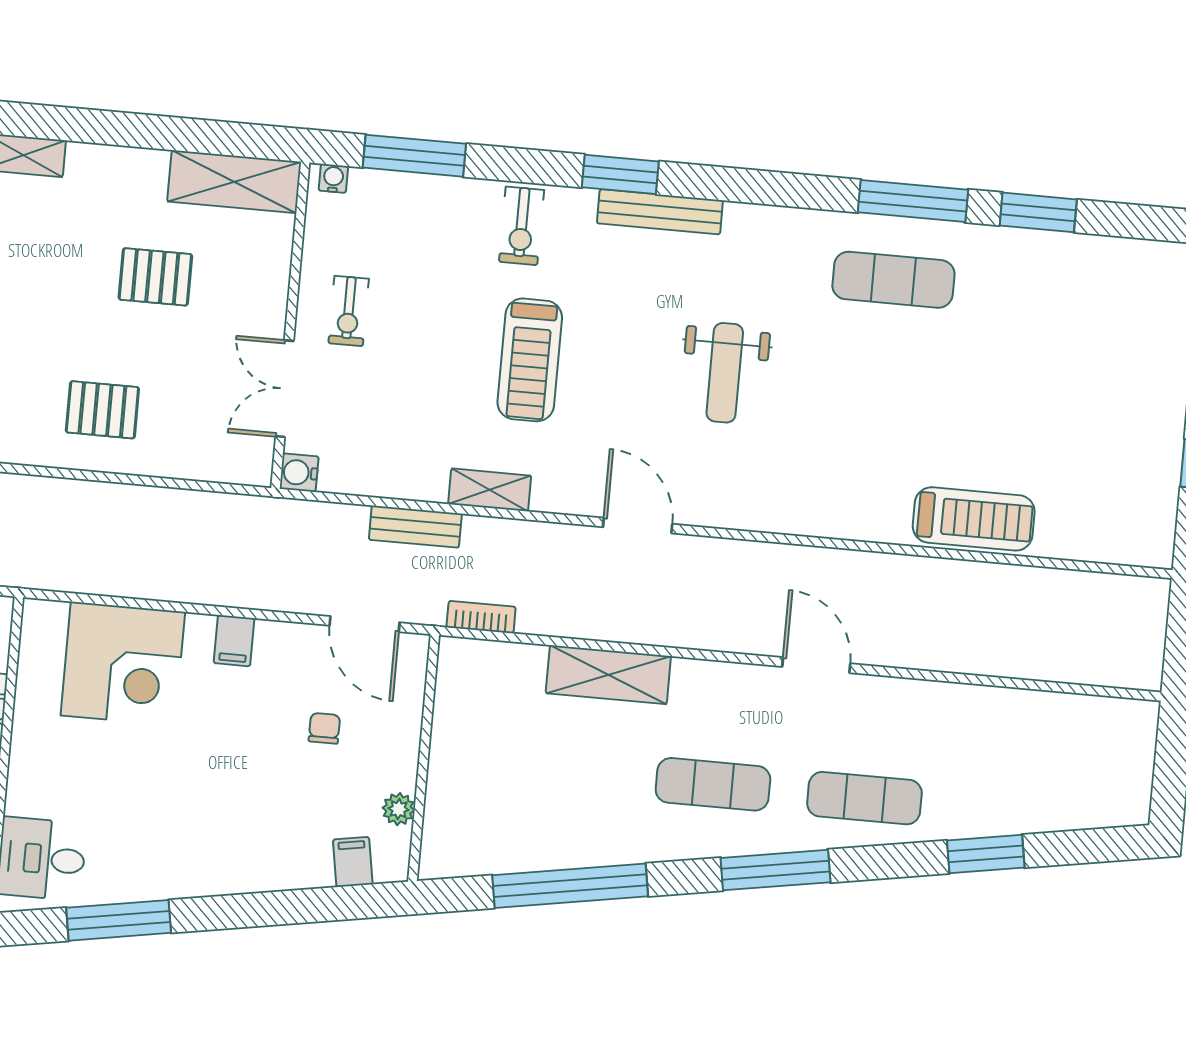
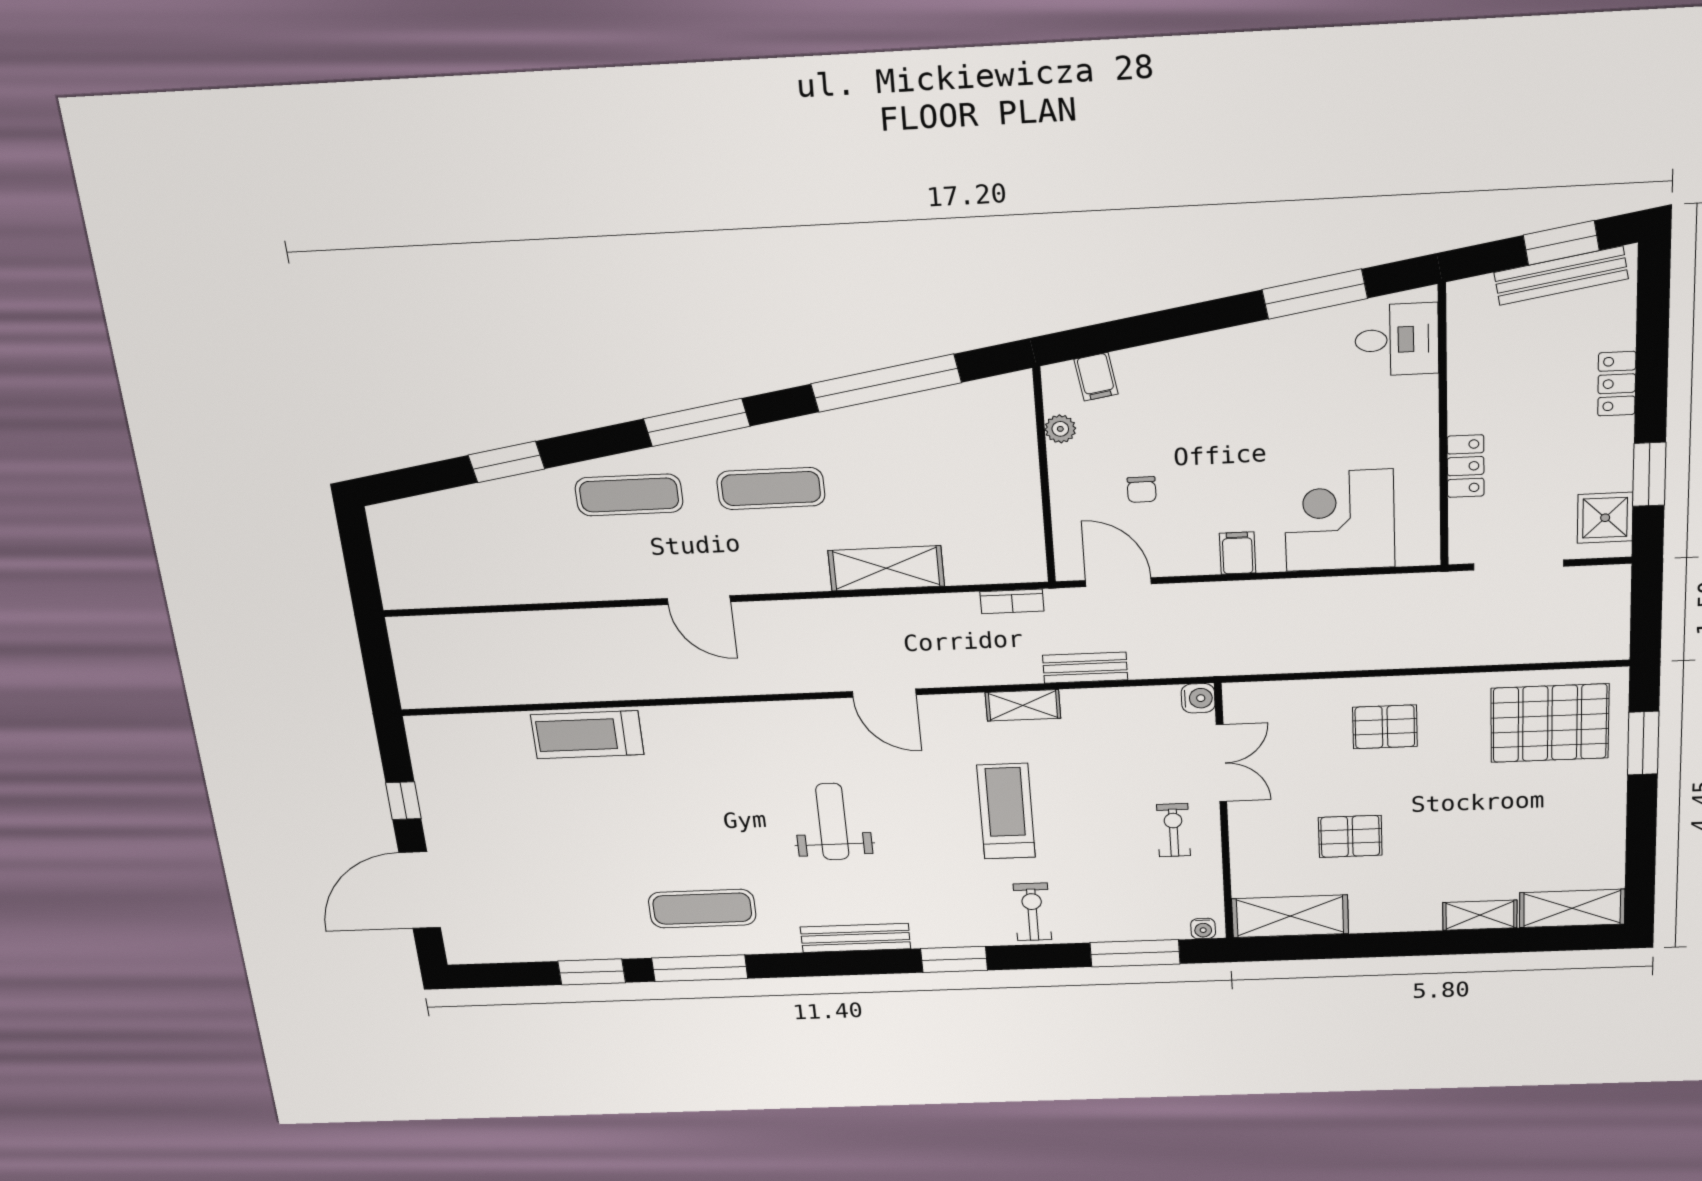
bench: (660, 212) -> (855, 938), moved

